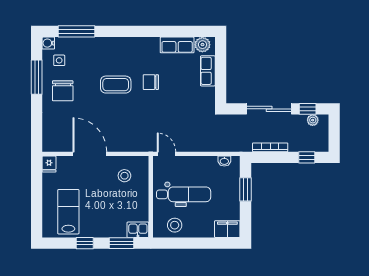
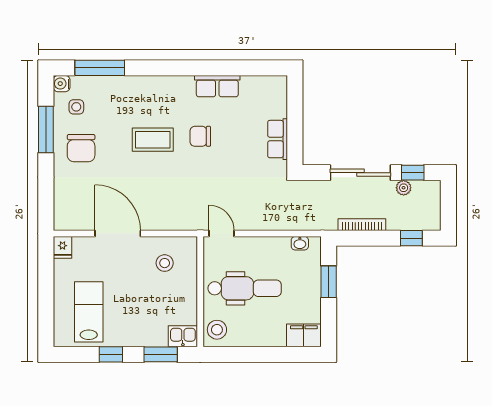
row of seats: (177, 45) -> (217, 86), moved
plant: (202, 45) -> (270, 86), removed
row of seats: (208, 71) -> (278, 139), moved
plant: (313, 120) -> (404, 188), moved
stool: (175, 225) -> (217, 330), moved

